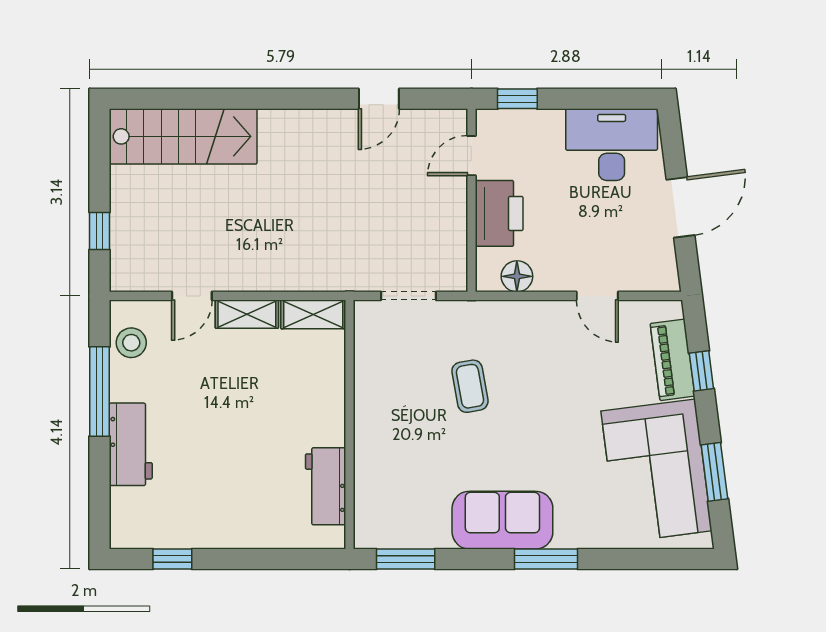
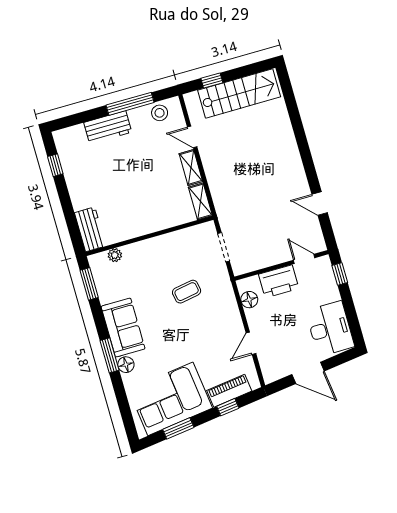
stairs: (183, 136) -> (239, 93), moved, turned -90
workbench: (326, 486) -> (90, 229), moved, turned 90
plant: (367, 498) -> (115, 255), added
floor lamp: (571, 534) -> (126, 365), added

